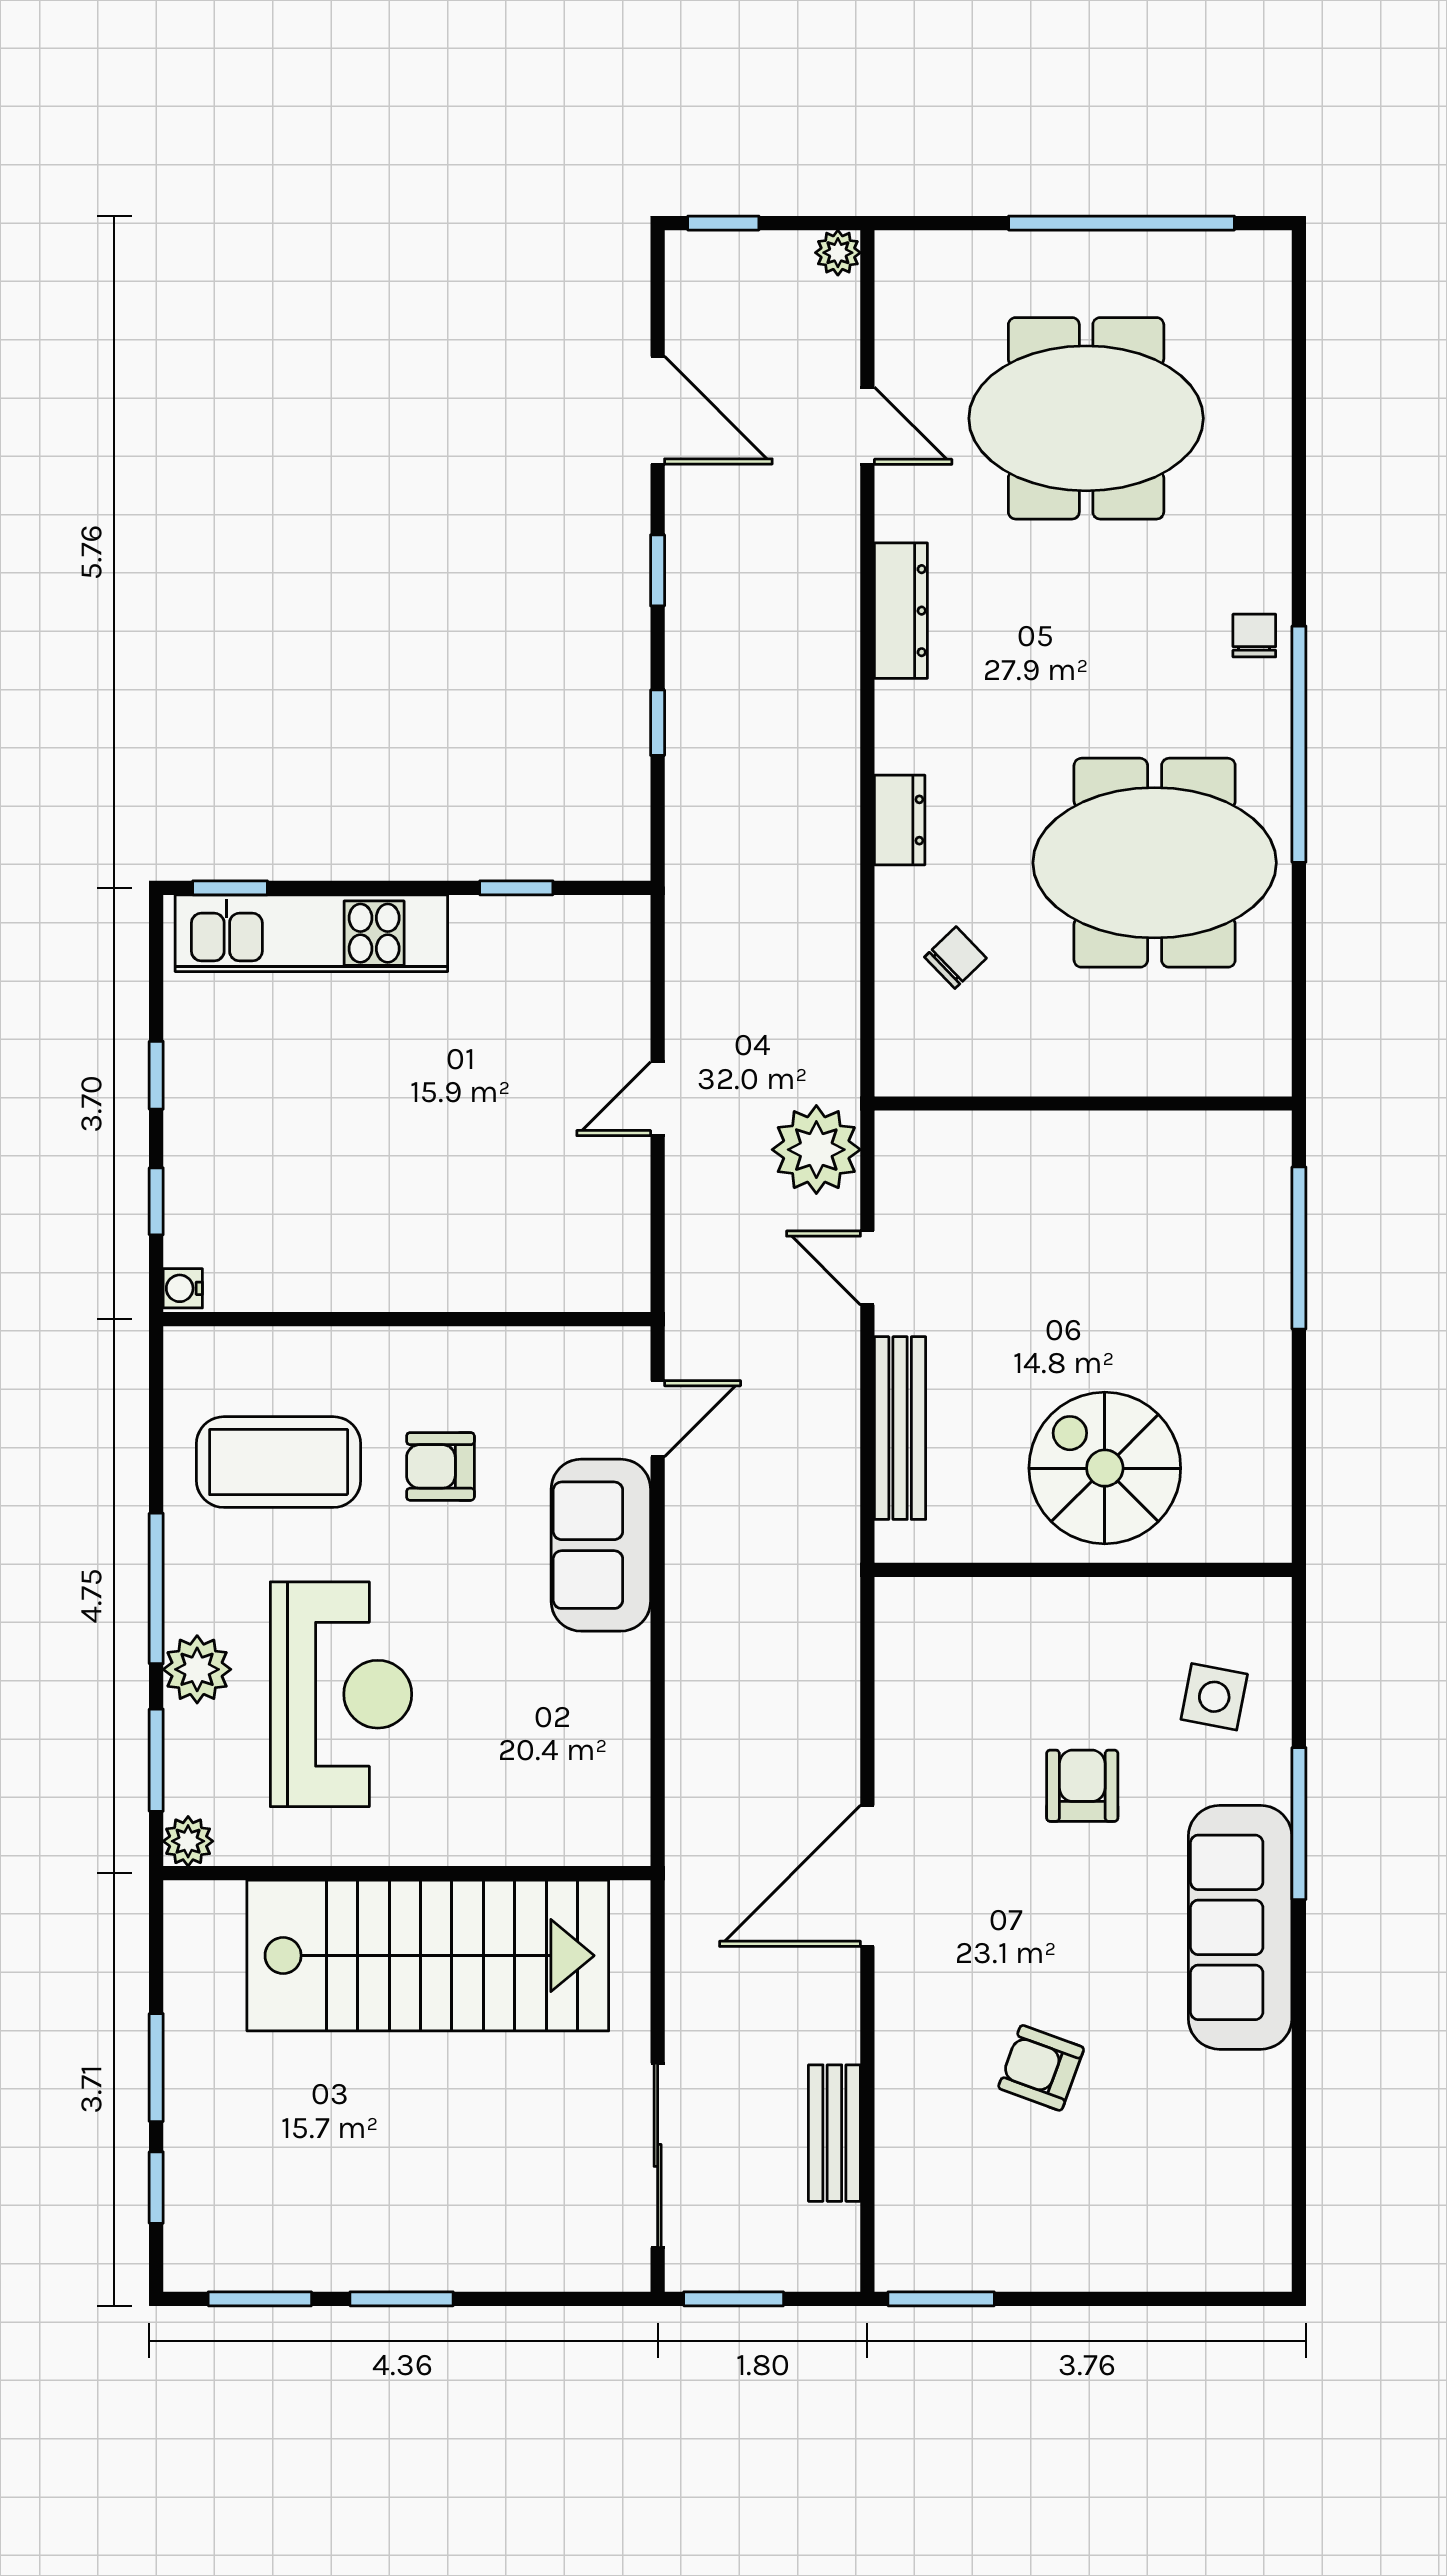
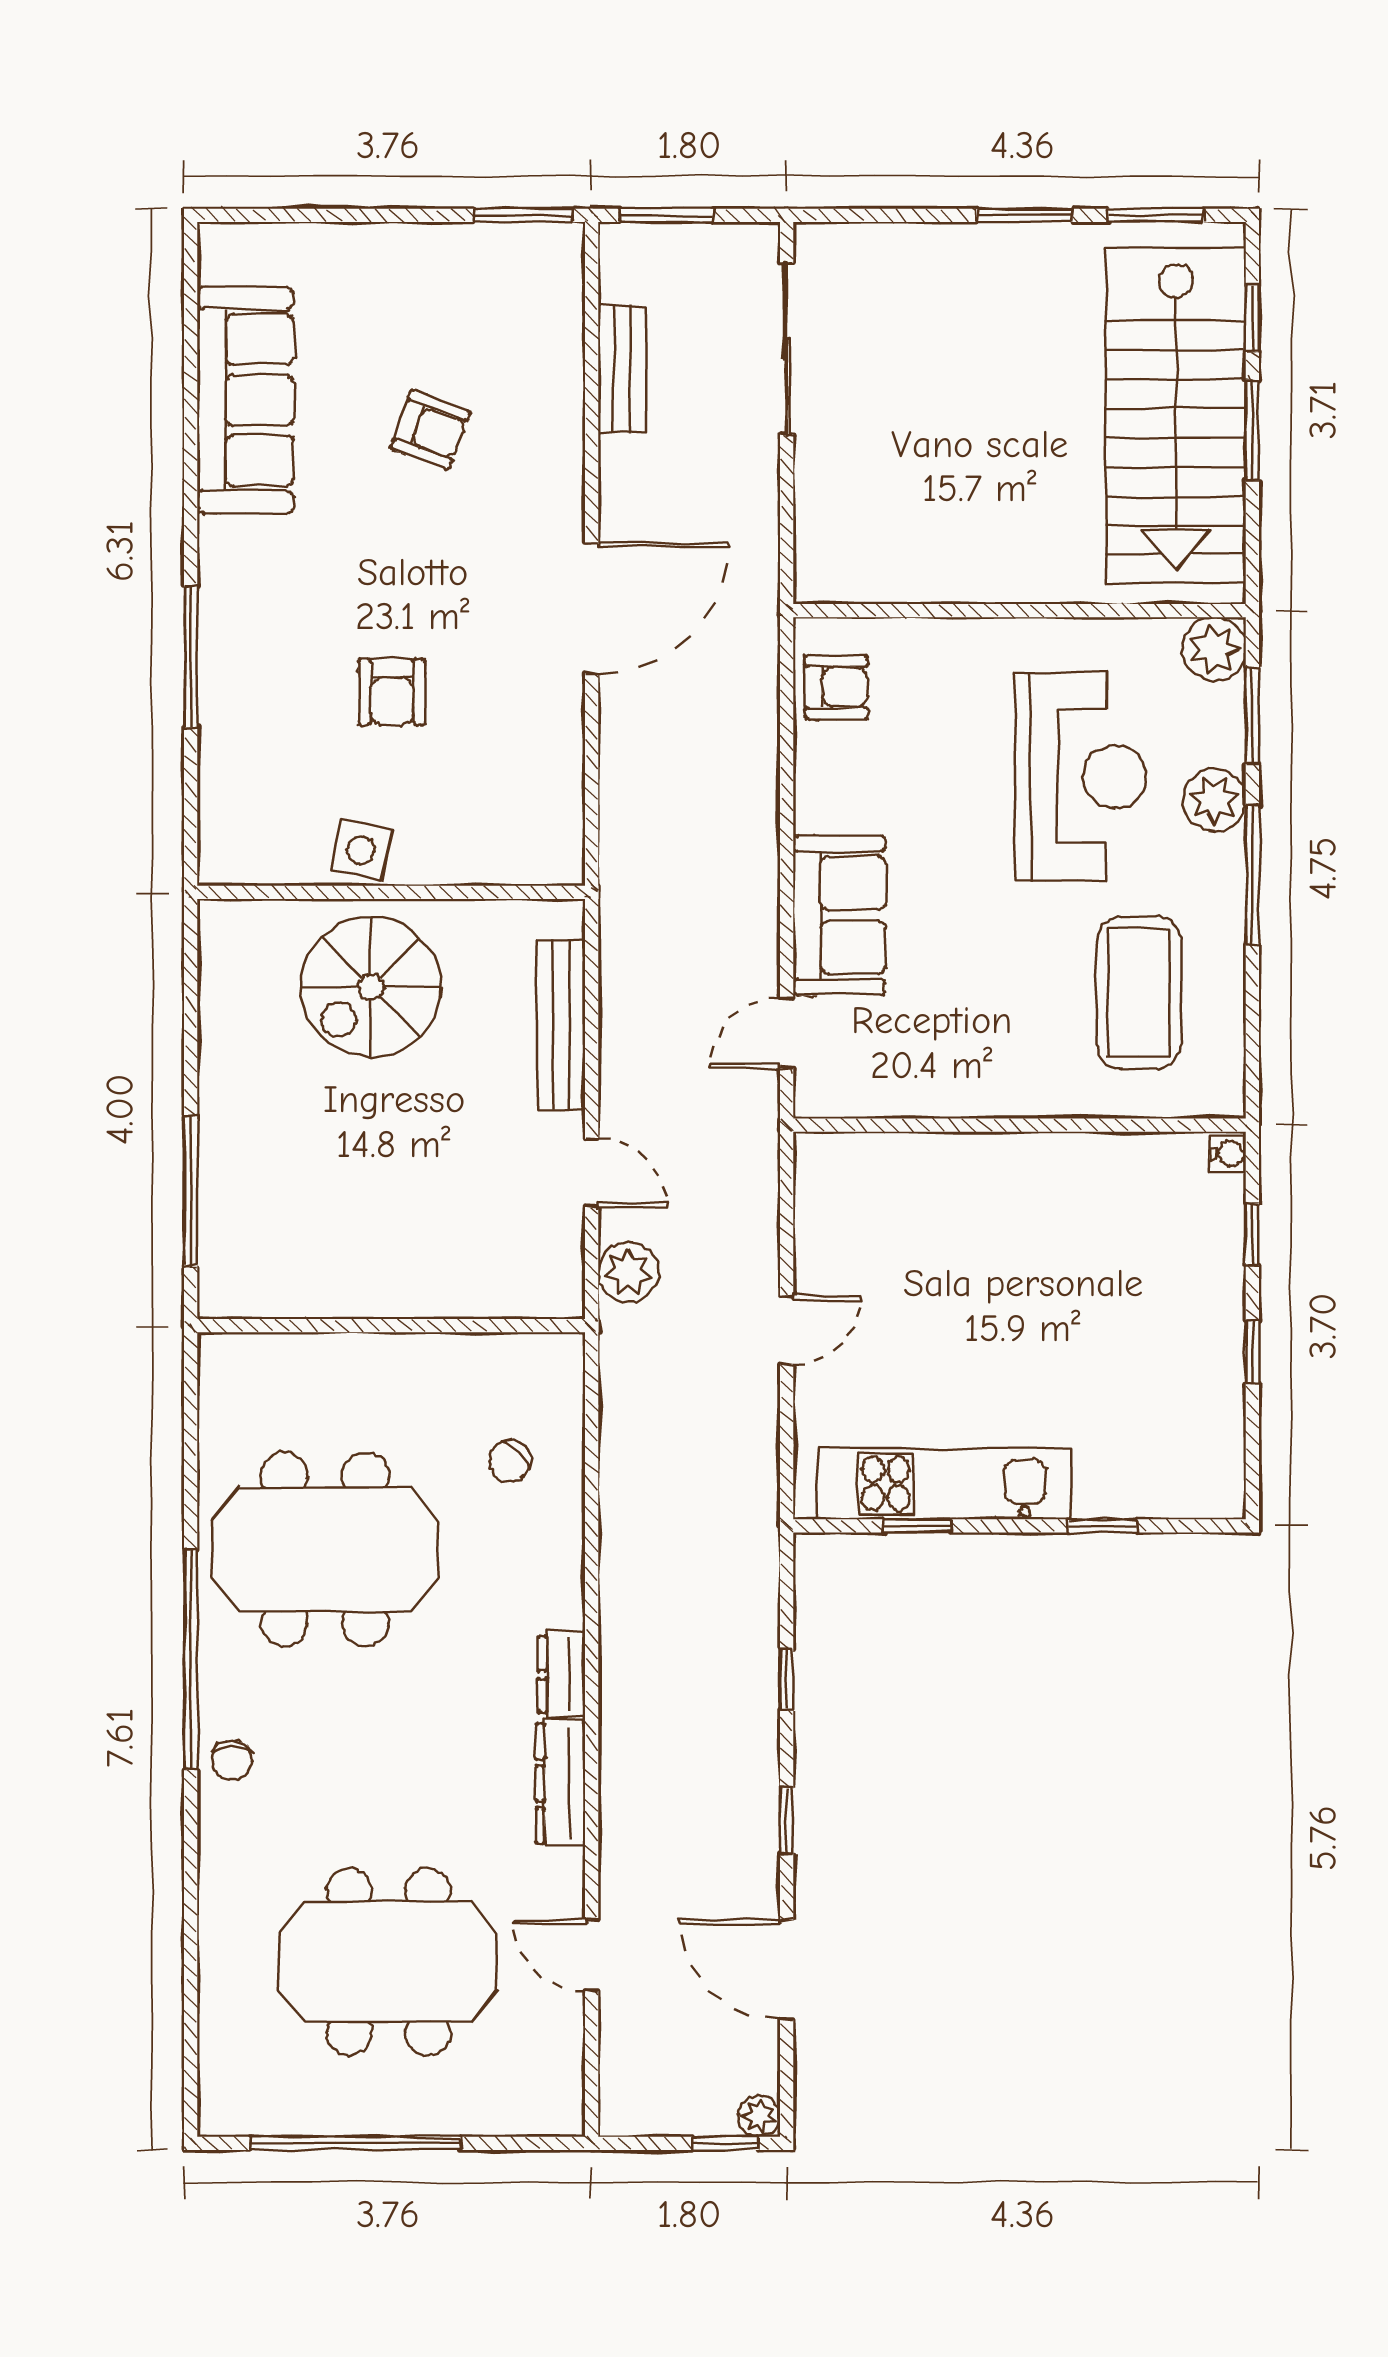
plant: (838, 253) -> (759, 2116), moved
dresser: (900, 820) -> (562, 1675), moved
window: (230, 888) -> (1103, 1526), moved
kitchen unit: (311, 933) -> (944, 1484), moved
plant: (816, 1150) -> (628, 1272), width x0.73, depth x0.73
coffee table: (279, 1462) -> (1139, 993), turned 90
armchair: (440, 1466) -> (836, 687), moved
spiral stairs: (1105, 1468) -> (371, 987), turned 90
reception desk: (341, 1694) -> (1081, 777), turned 180
side table: (1214, 1697) -> (361, 850), moved
plant: (188, 1841) -> (1214, 649), width x1.38, depth x1.38
sofa: (1240, 1927) -> (245, 400), moved
stairs: (428, 1956) -> (1176, 415), moved, turned -90
window: (734, 2299) -> (667, 215), moved

